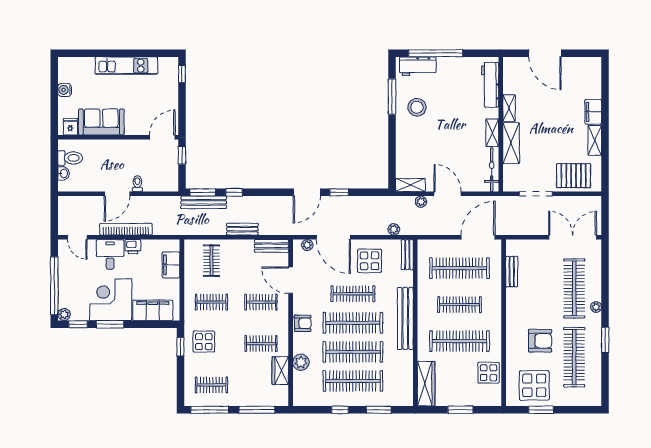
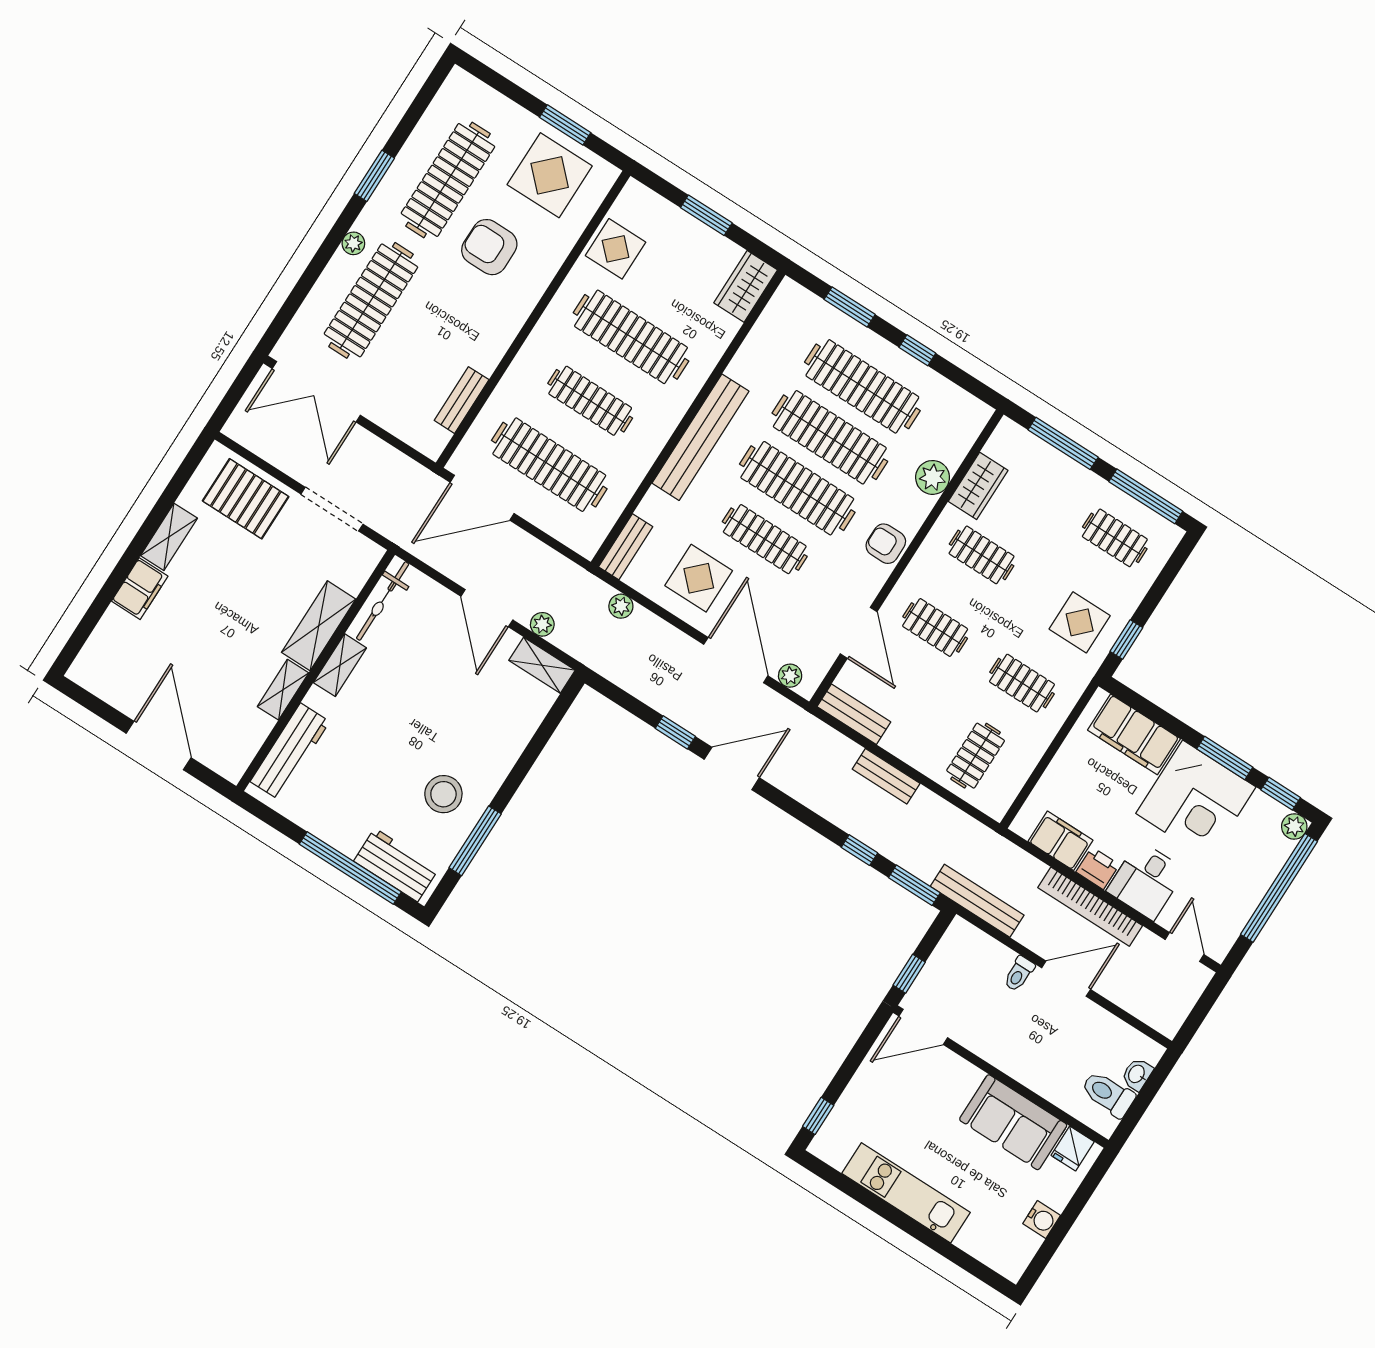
bench: (204, 202) -> (977, 901), moved
filing cabinet: (171, 265) -> (1060, 841), moved, turned -90
wardrobe: (426, 384) -> (746, 286), width x0.67

